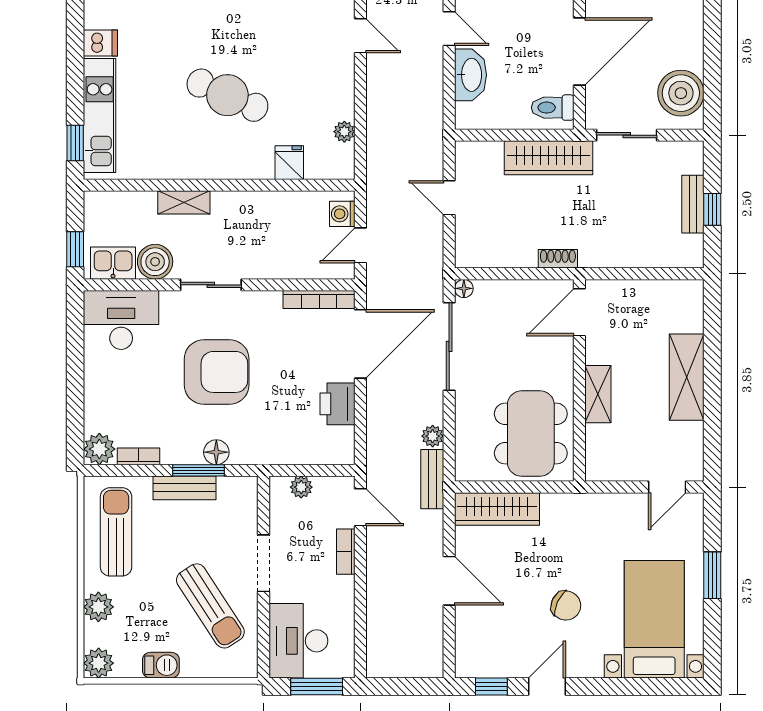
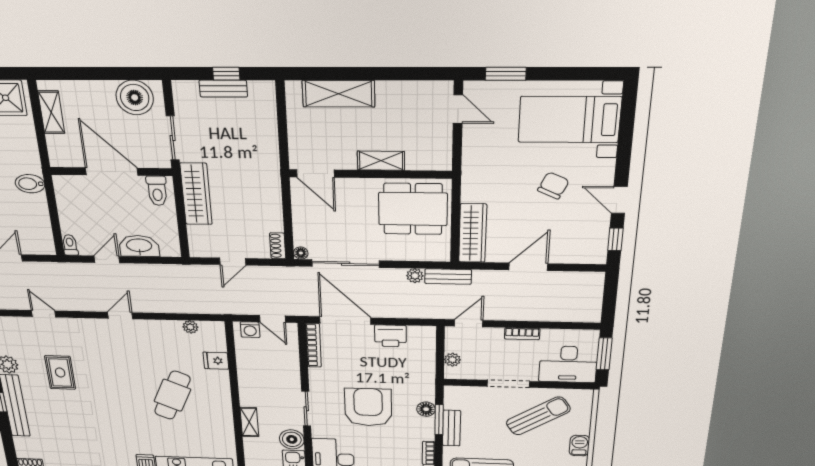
shoe rack: (558, 259) -> (278, 246), moved
shelving: (687, 377) -> (339, 94), moved
bookcase: (346, 552) -> (522, 334), moved
window: (712, 575) -> (506, 74), moved

